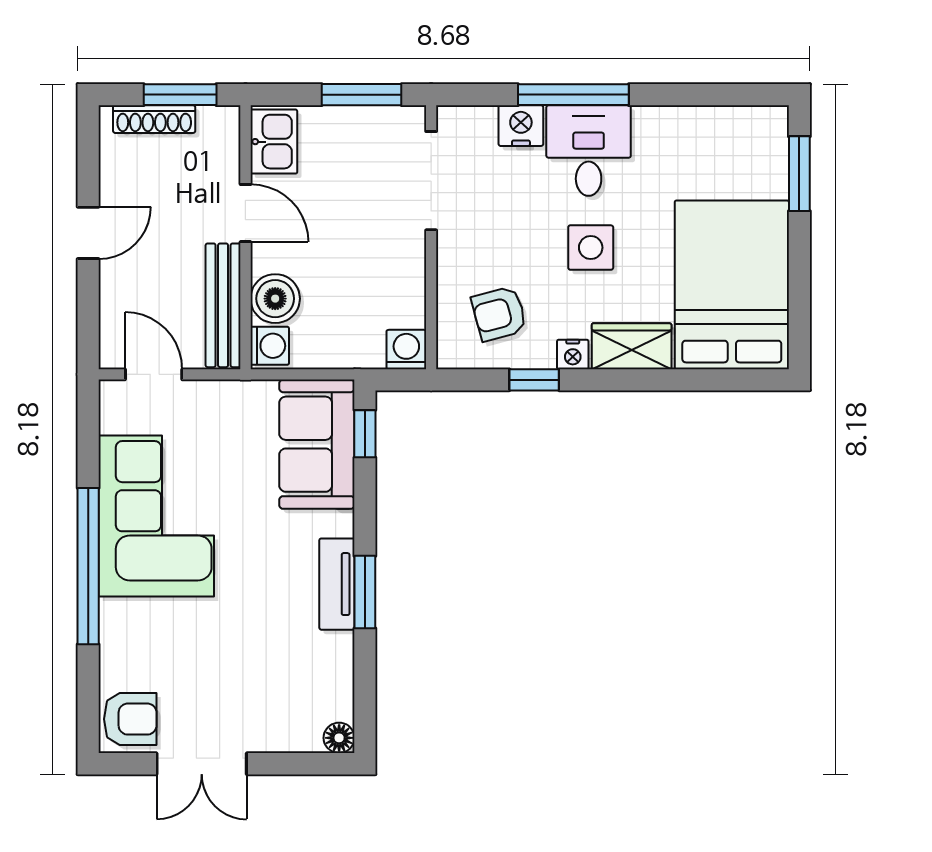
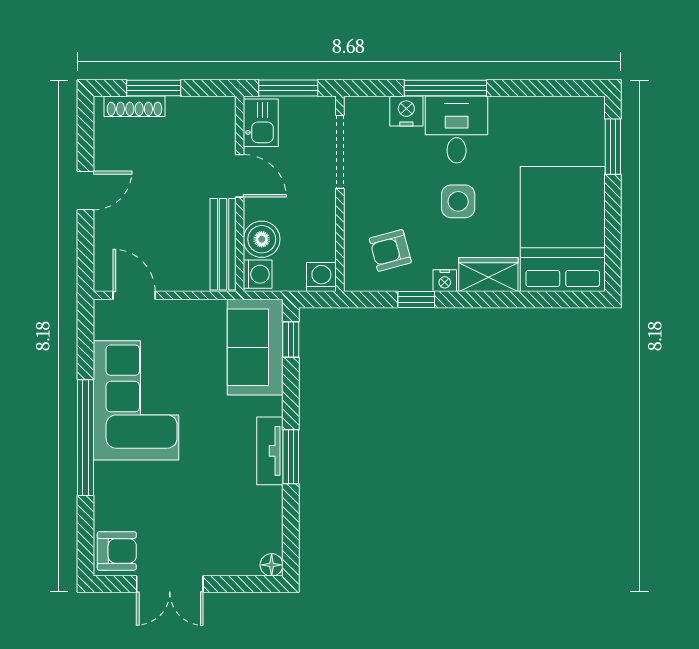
kitchen sink: (274, 142) -> (261, 123), moved
door: (245, 213) -> (240, 176), moved
wall: (245, 237) -> (240, 194), moved
boiler: (275, 299) -> (262, 239), moved
bench: (223, 305) -> (223, 244), moved
washing machine: (270, 346) -> (258, 274), moved

